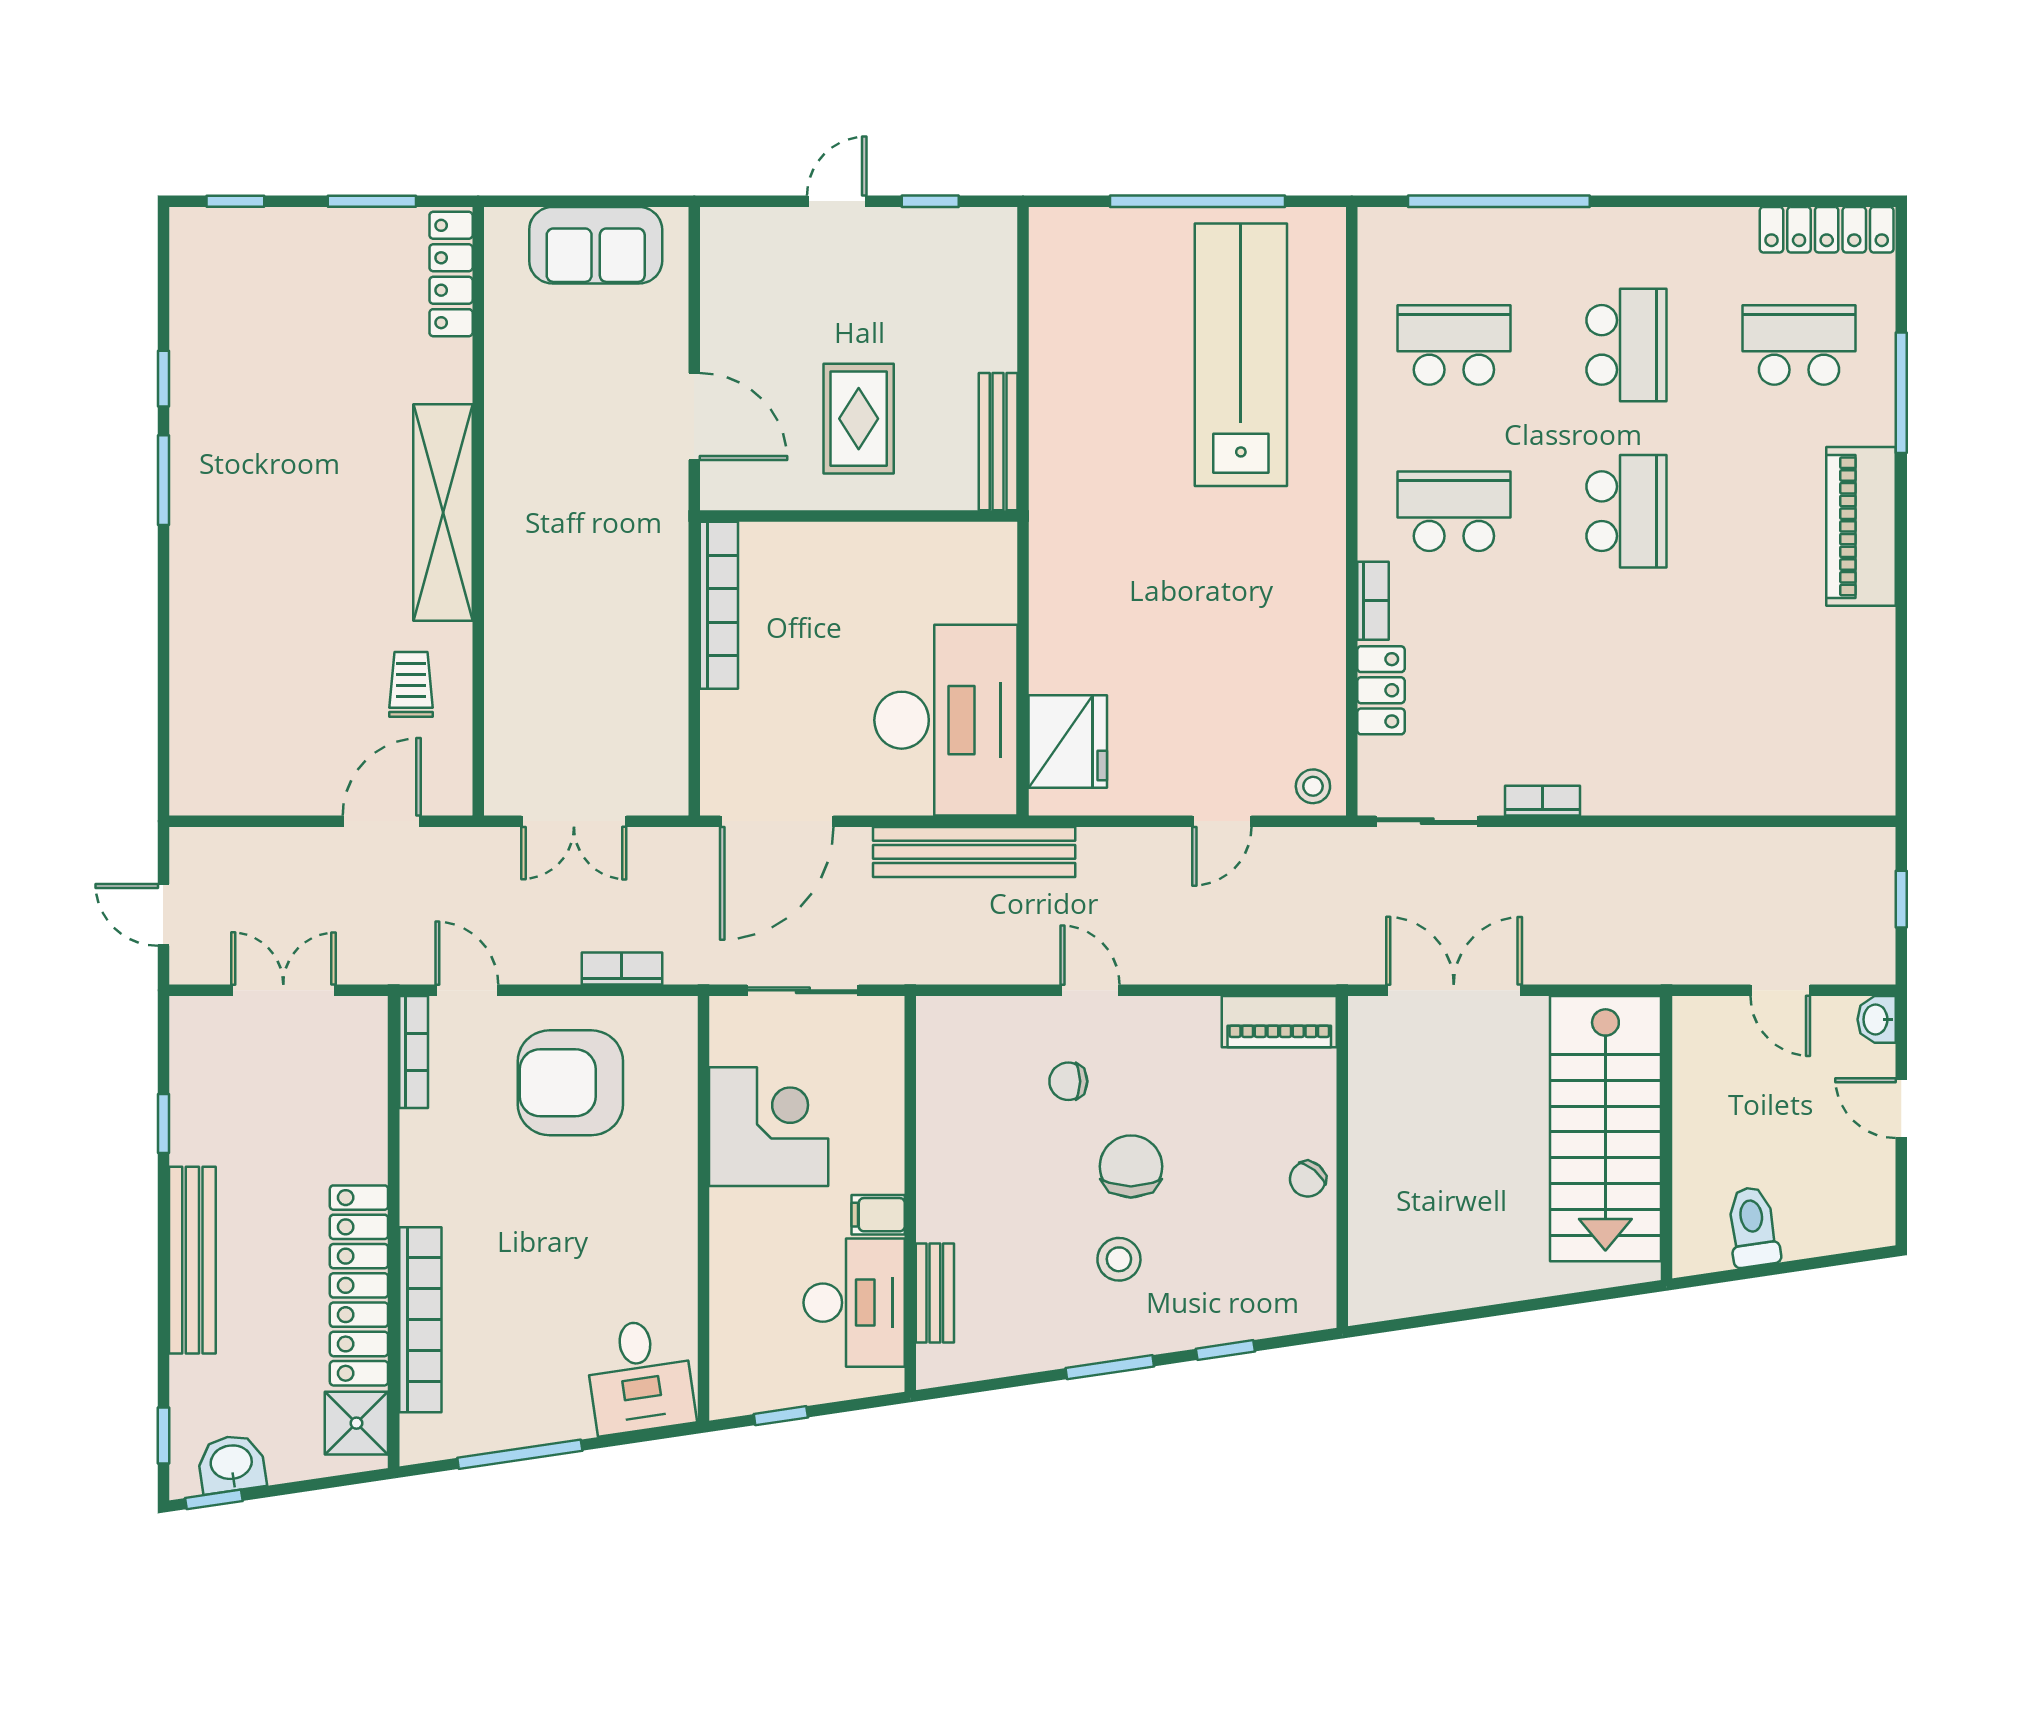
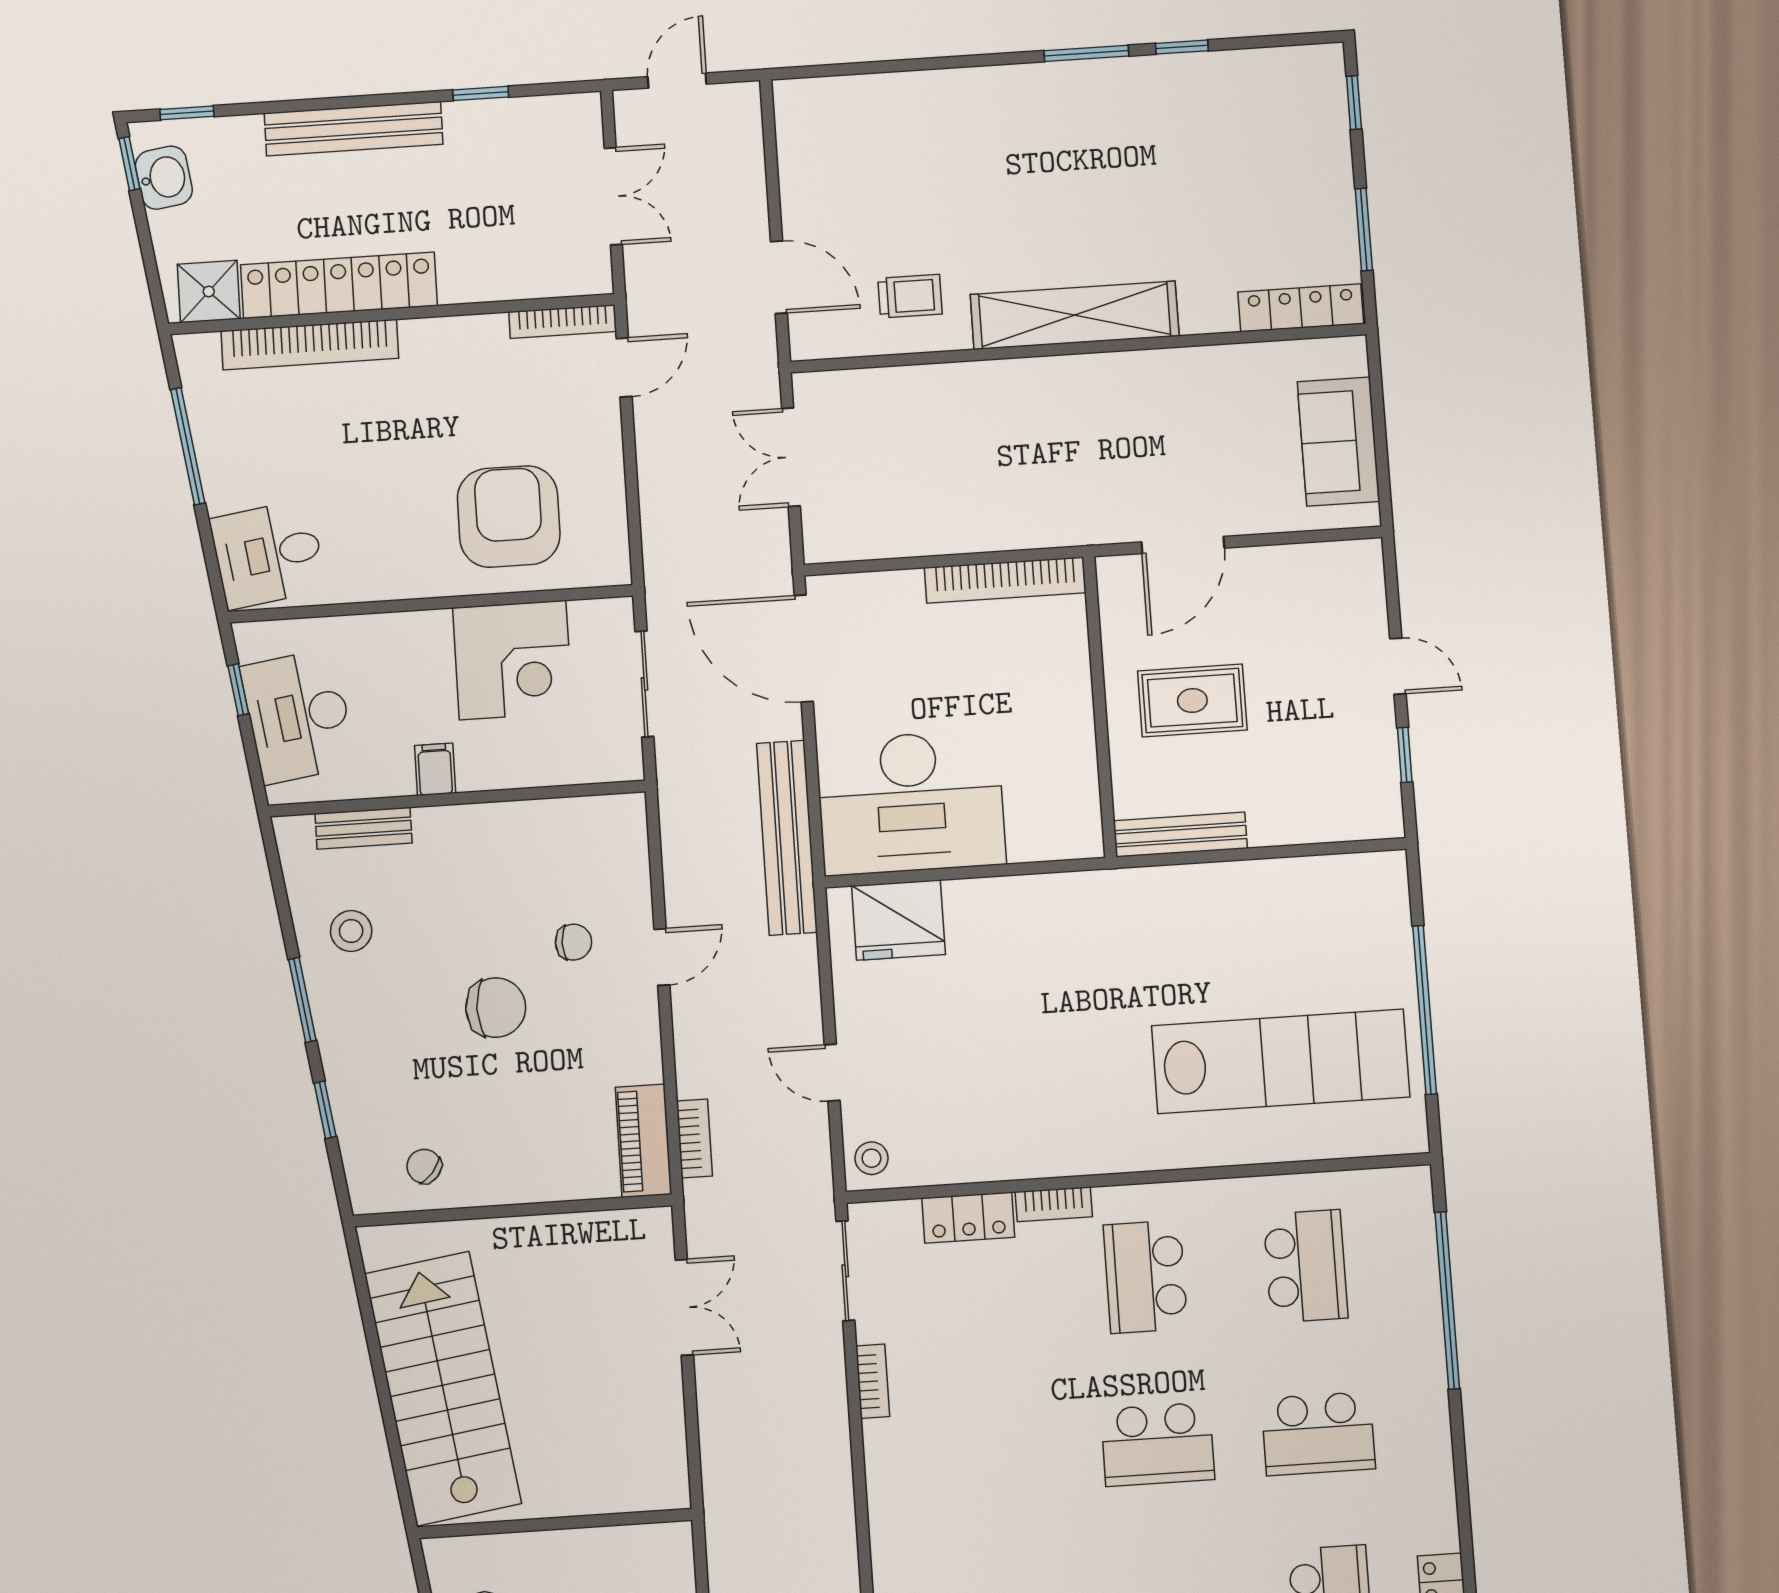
school desk: (1454, 511) -> (1145, 1277), turned 180
bookcase: (622, 969) -> (694, 1138), moved
double door: (1454, 990) -> (684, 1307), width x0.73
chair: (1068, 1081) -> (573, 942), turned 90
armchair: (570, 1083) -> (509, 517), moved
stairs: (1605, 1129) -> (443, 1388), moved, turned 82
chair: (1308, 1179) -> (424, 1166), moved
stool: (1119, 1259) -> (351, 931), moved
desk: (854, 1303) -> (298, 716), moved, turned 82

